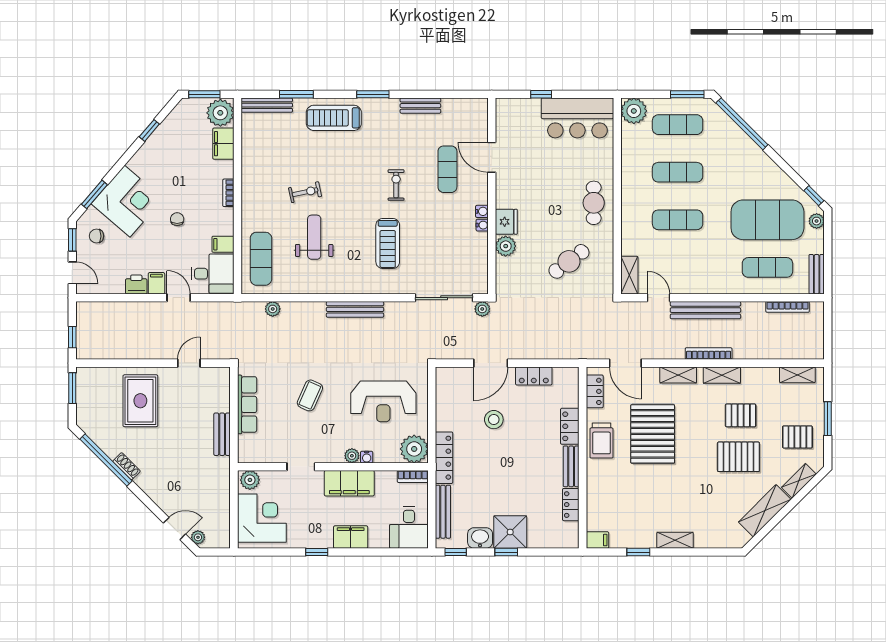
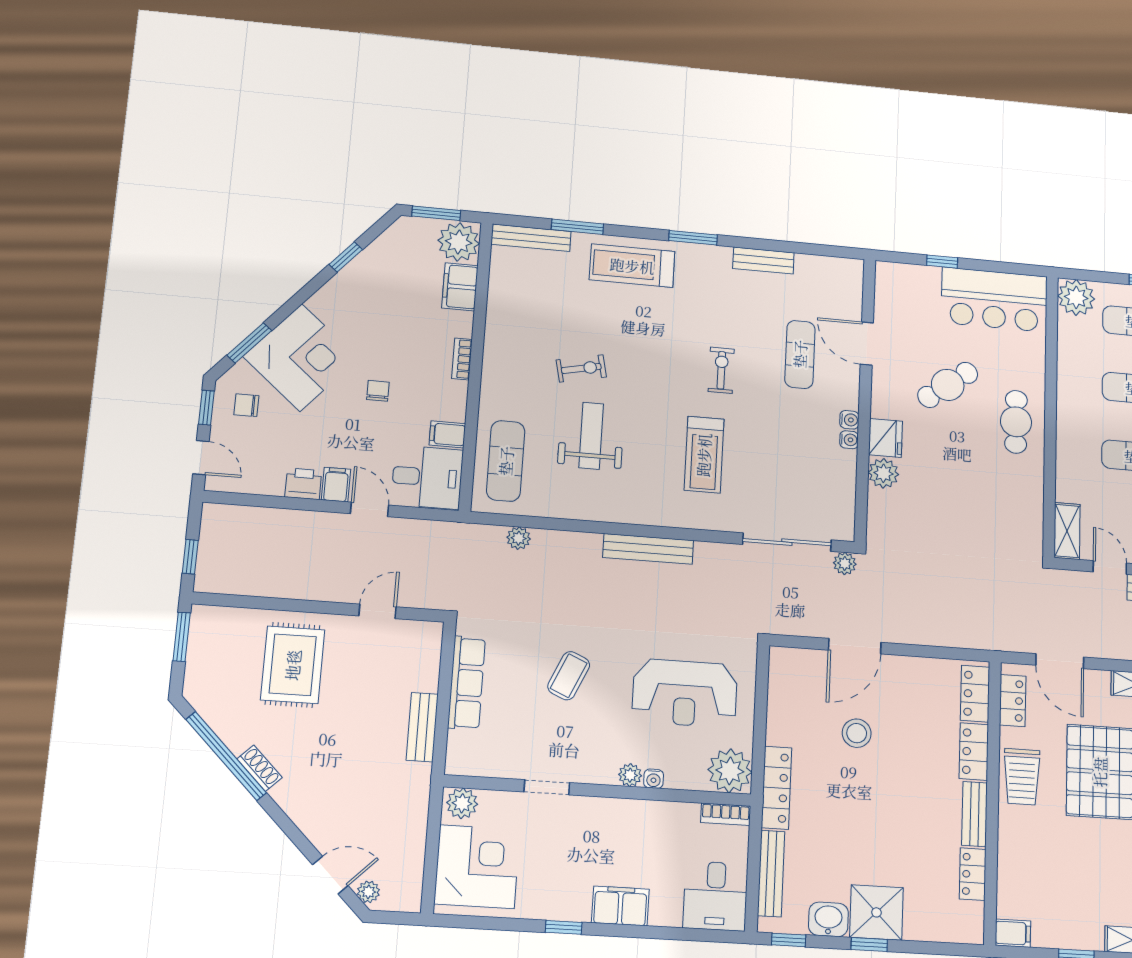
cafe table: (569, 261) -> (948, 385), moved
locker: (534, 376) -> (975, 694), moved, turned 90
filing cabinet: (349, 483) -> (623, 819), removed

